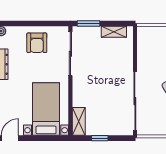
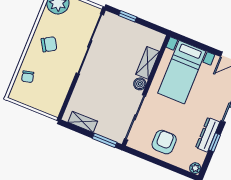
boiler: (78, 84) -> (140, 84), added
shelving: (79, 121) -> (148, 63), moved
window: (100, 138) -> (128, 16), moved

